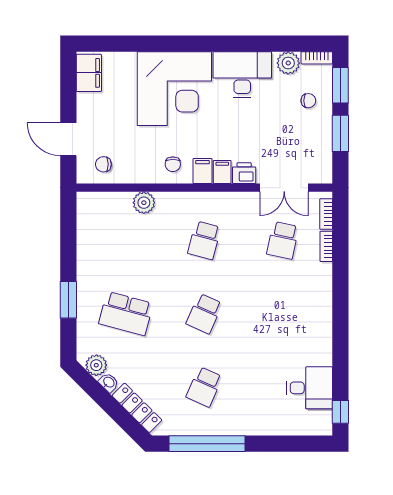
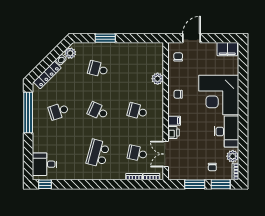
filing cabinet: (202, 171) -> (175, 110), removed
school desk: (126, 314) -> (98, 69), width x0.54
school desk: (283, 314) -> (98, 153), added
school desk: (204, 387) -> (59, 111), turned -42
desk: (310, 388) -> (45, 164), moved, turned 90

